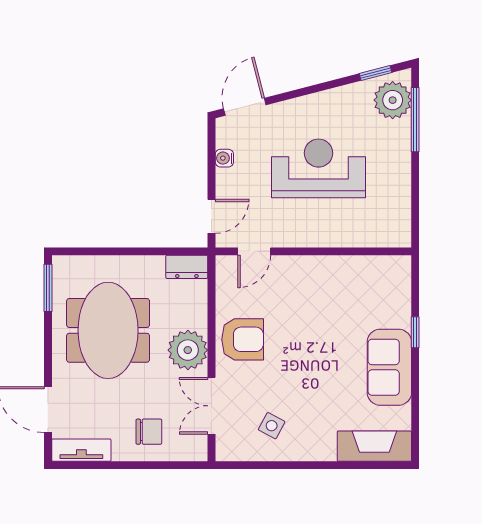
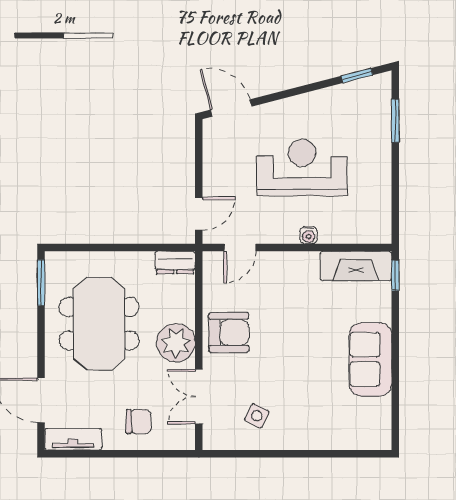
plant: (393, 100) -> (374, 102), removed
door: (245, 107) -> (231, 108), hinge flipped
window: (415, 120) -> (395, 121), width x0.69
water cooler: (224, 158) -> (309, 235), moved, turned -90
window: (415, 332) -> (395, 275), moved
fireplace: (374, 446) -> (356, 266), moved, turned 180

